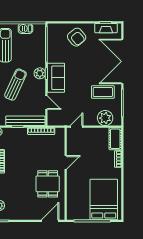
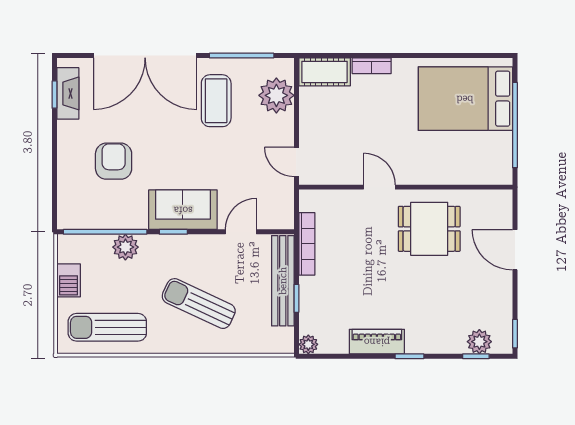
armchair: (77, 37) -> (114, 161), moved, turned -51
plant: (40, 73) -> (125, 247), moved
door: (50, 221) -> (515, 250), moved

